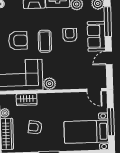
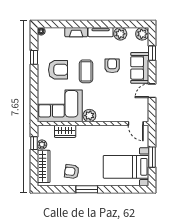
window: (108, 22) -> (152, 53), width x0.46
window: (111, 122) -> (152, 157), width x0.69
armchair: (35, 127) -> (72, 172), moved

